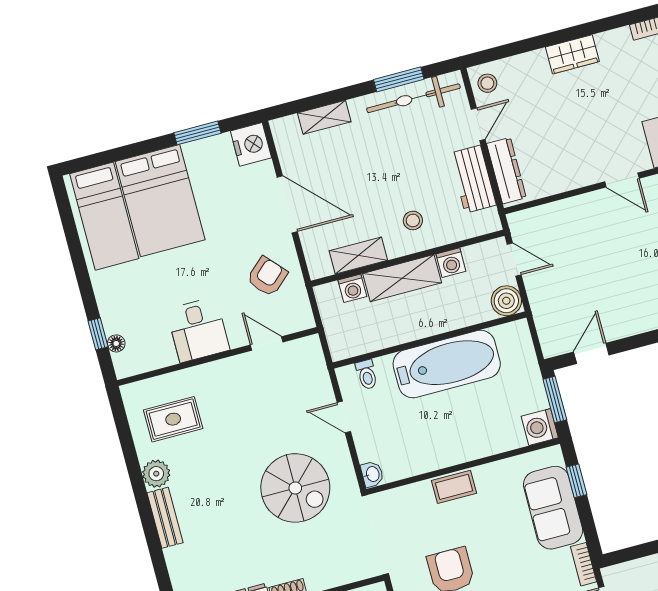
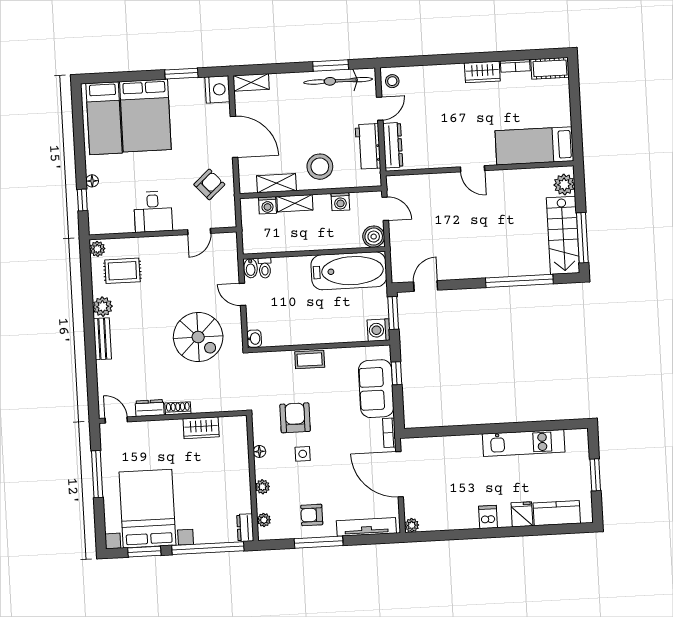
wardrobe: (572, 54) -> (482, 72), moved
shelving: (324, 117) -> (251, 82), moved
stool: (413, 220) -> (320, 167), width x1.89, depth x1.89
shelving: (402, 278) -> (295, 203), width x0.67, depth x0.75
floor lamp: (116, 343) -> (92, 181), moved
door: (267, 343) -> (199, 231), swing flipped
bathtub: (447, 364) -> (349, 271), moved
bidet: (347, 379) -> (251, 268), added
plant: (133, 396) -> (97, 249), added

